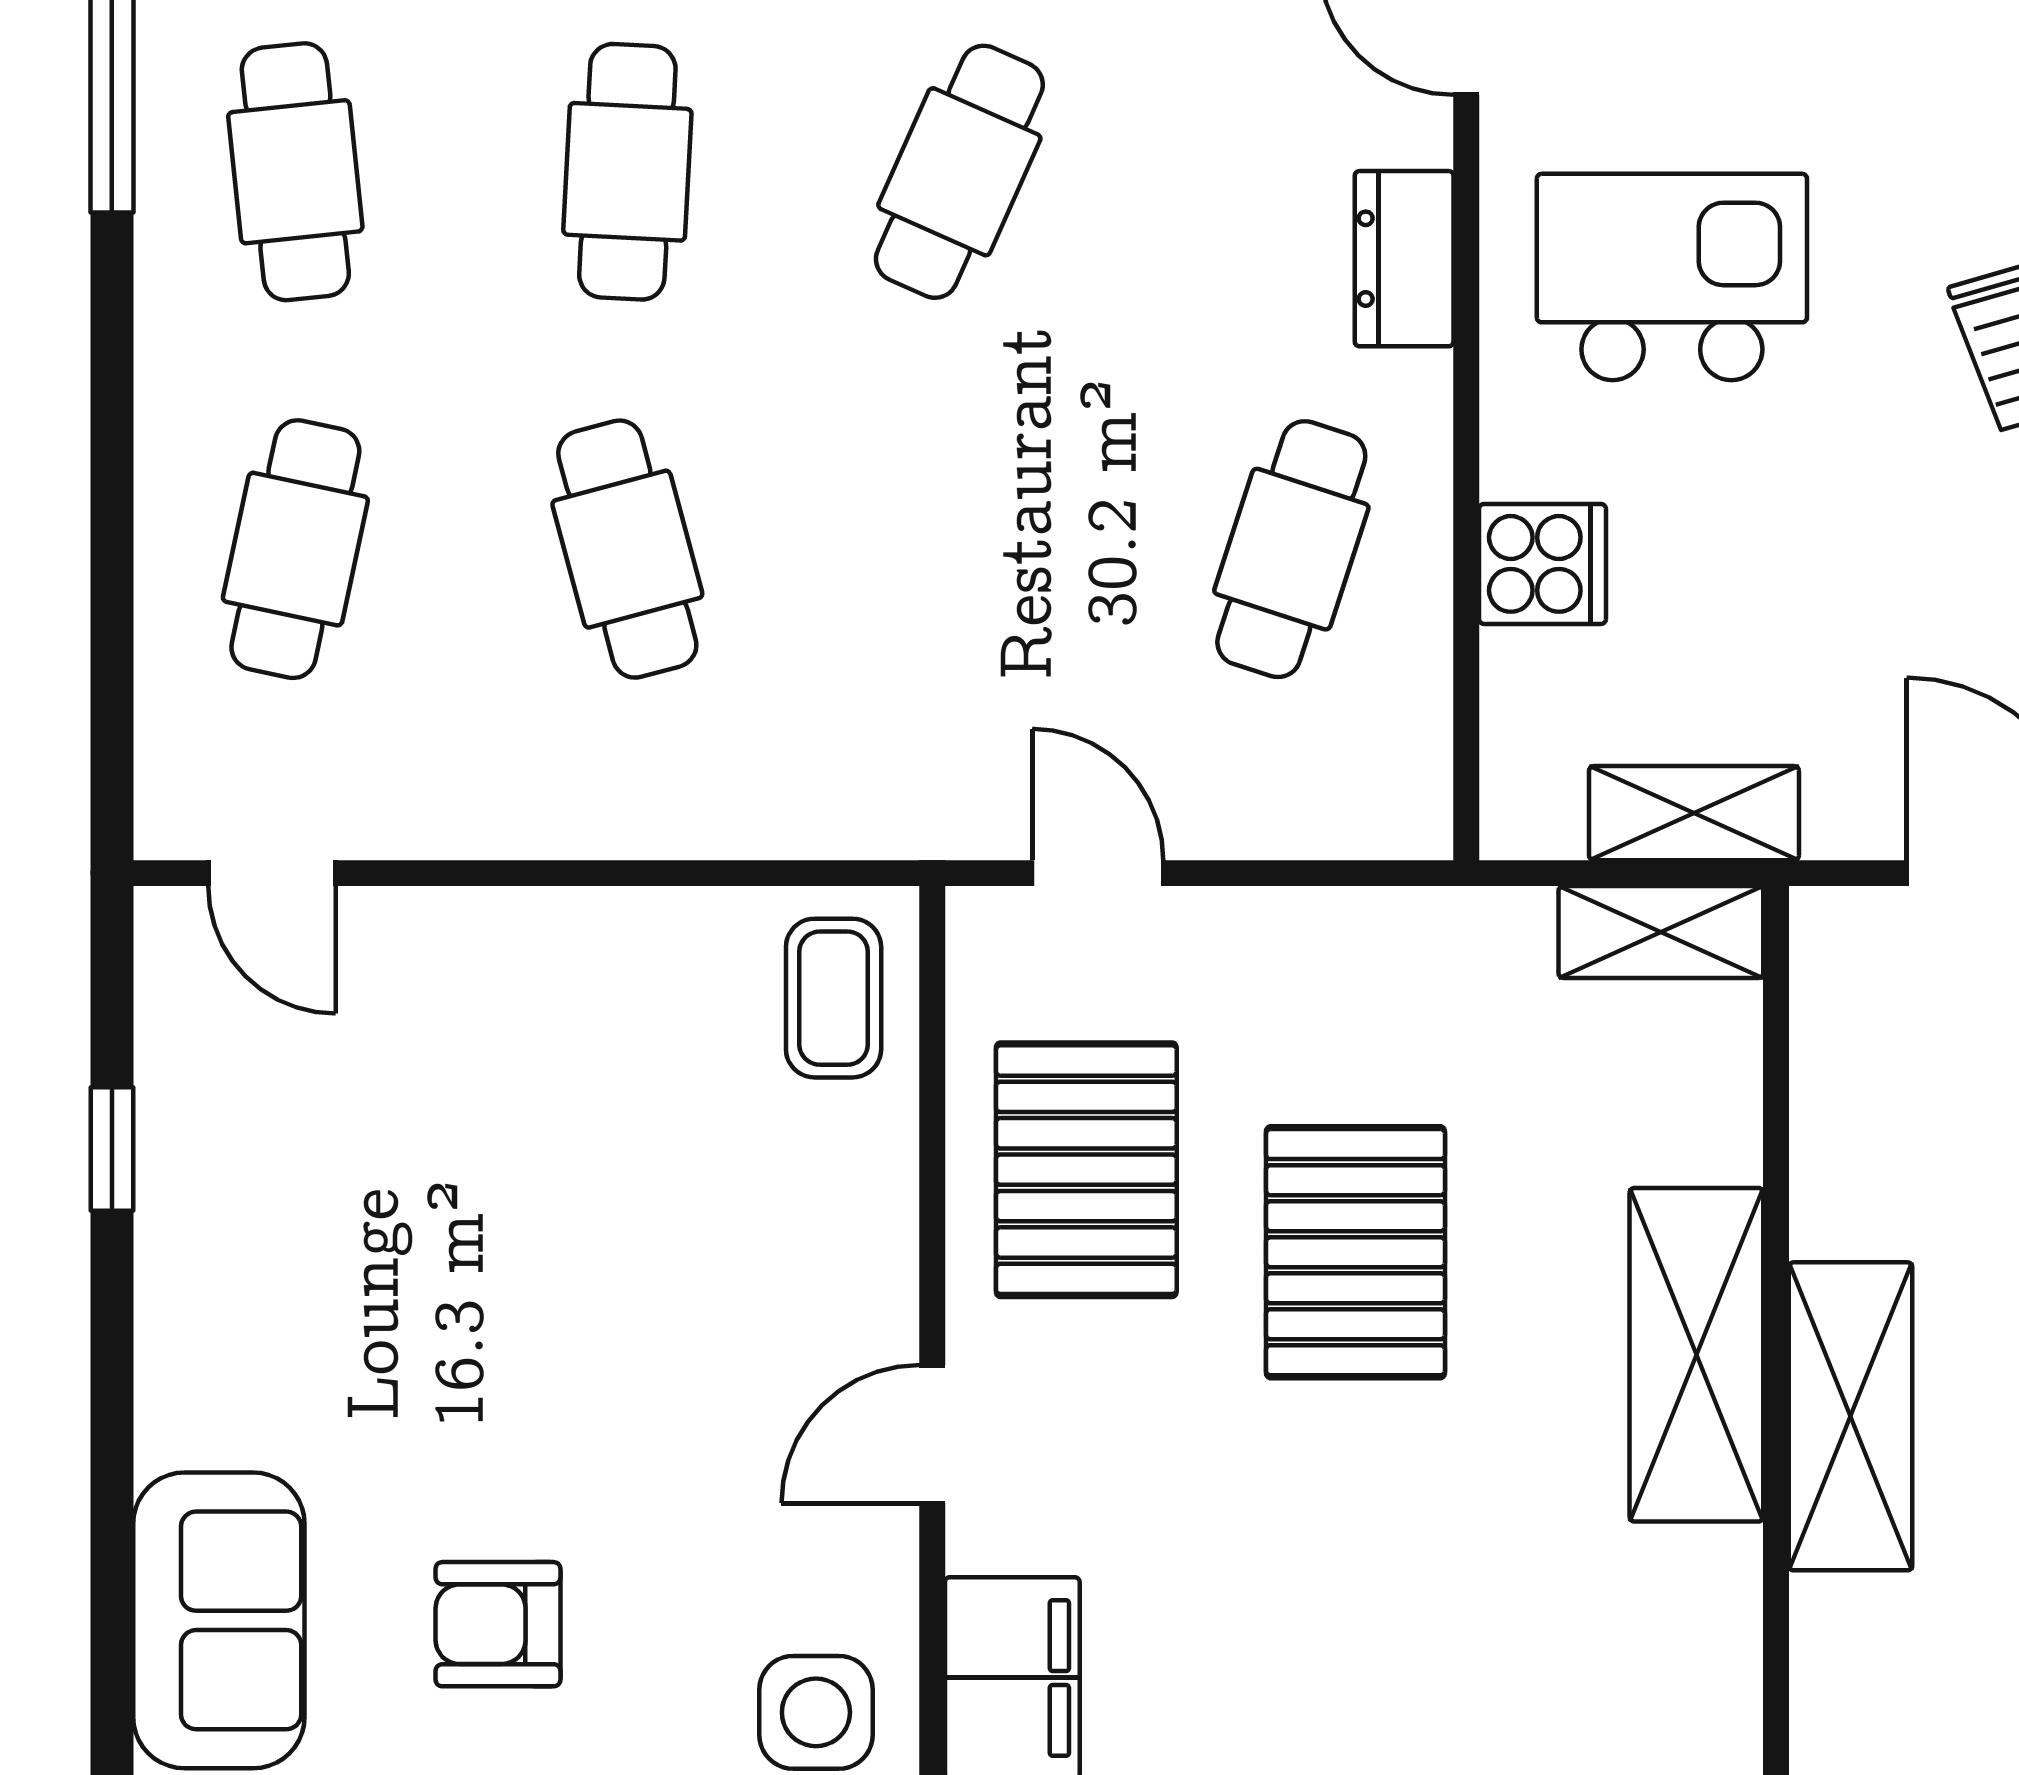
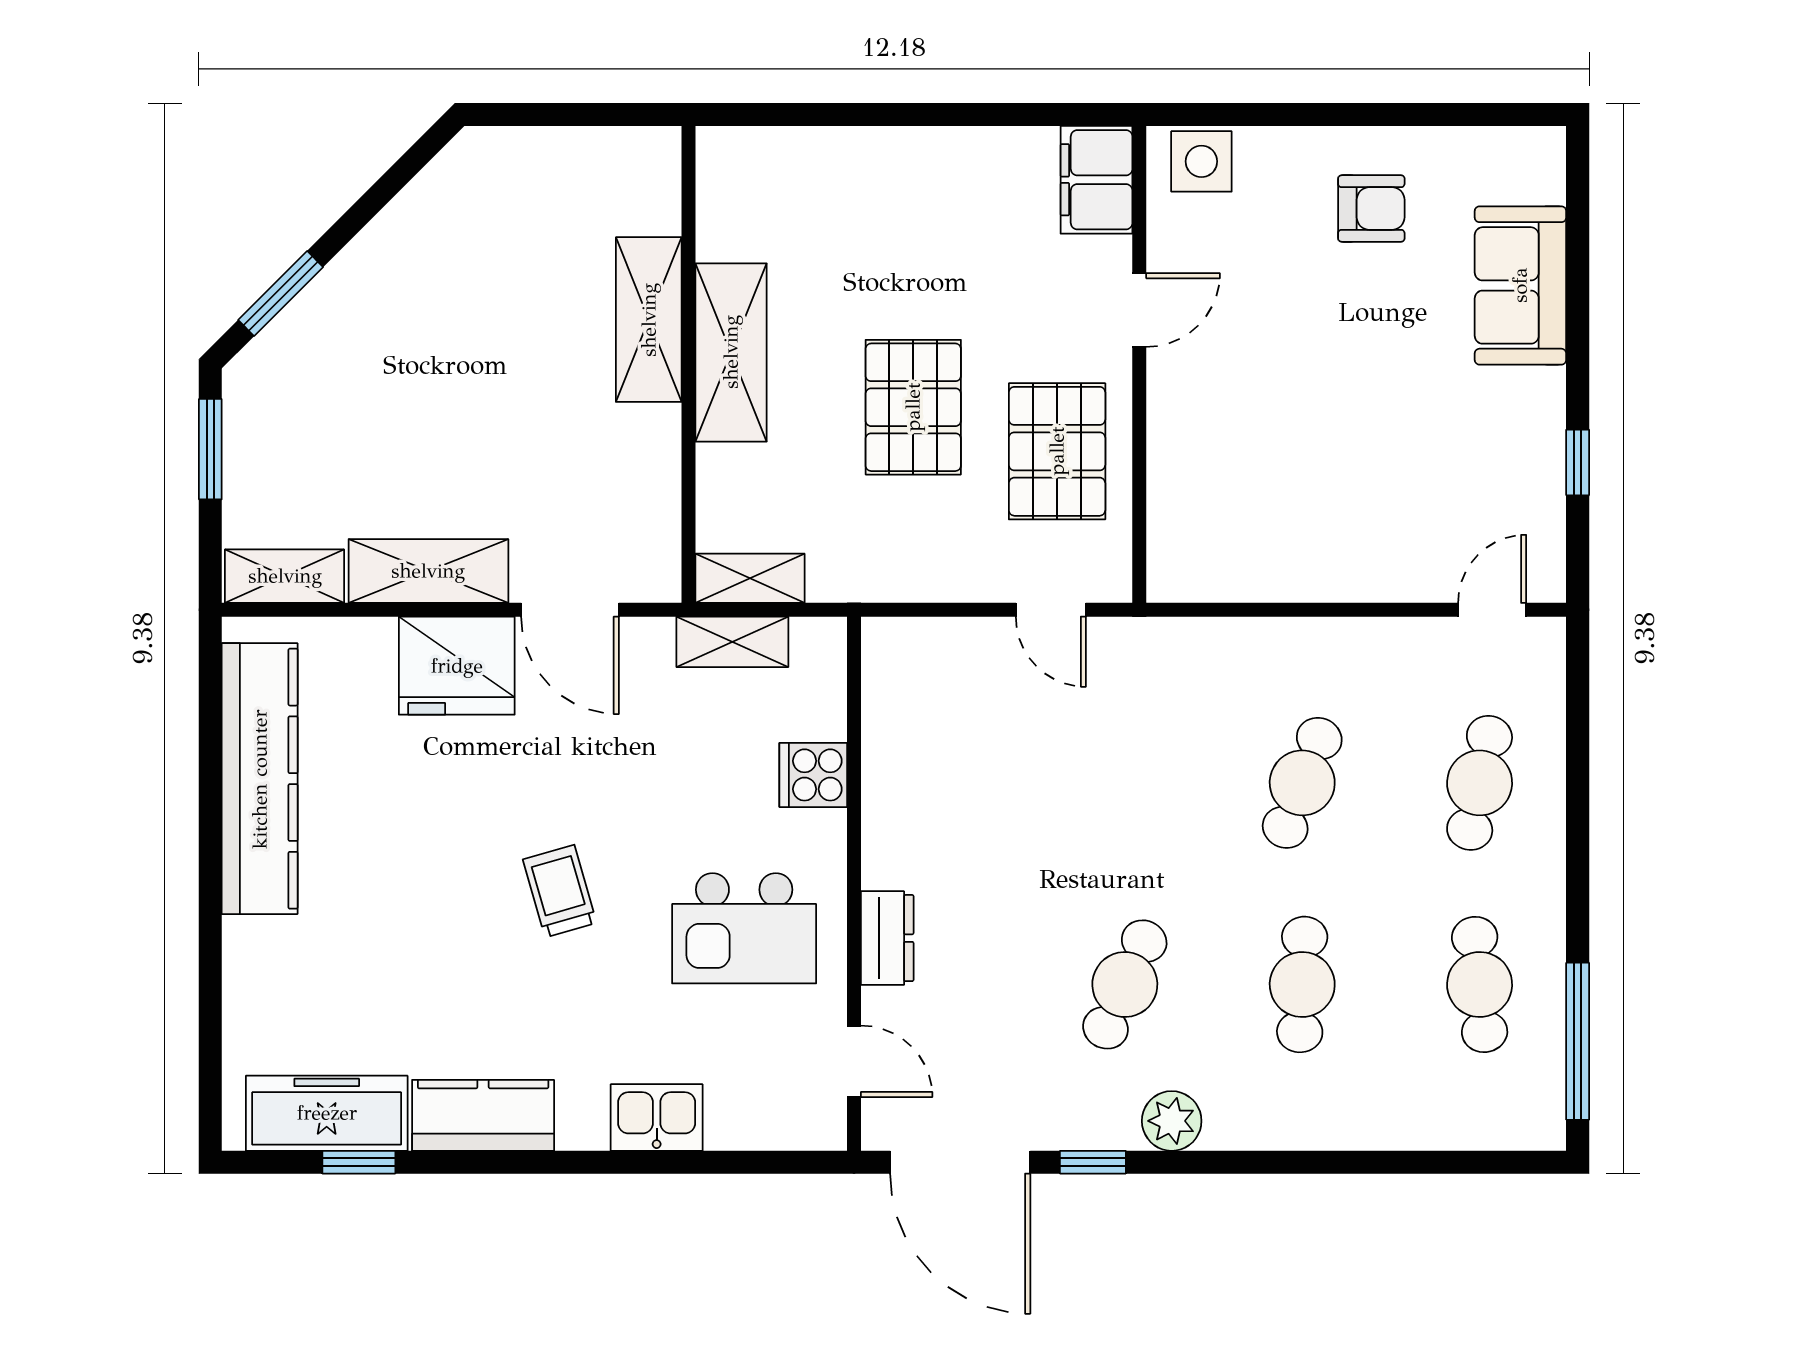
cafe table: (627, 549) -> (1302, 783), turned 36
cafe table: (1291, 549) -> (947, 783), removed
door: (272, 873) -> (1492, 610), hinge flipped
coffee table: (834, 998) -> (1192, 543), removed
sofa: (219, 1620) -> (1520, 285), moved

